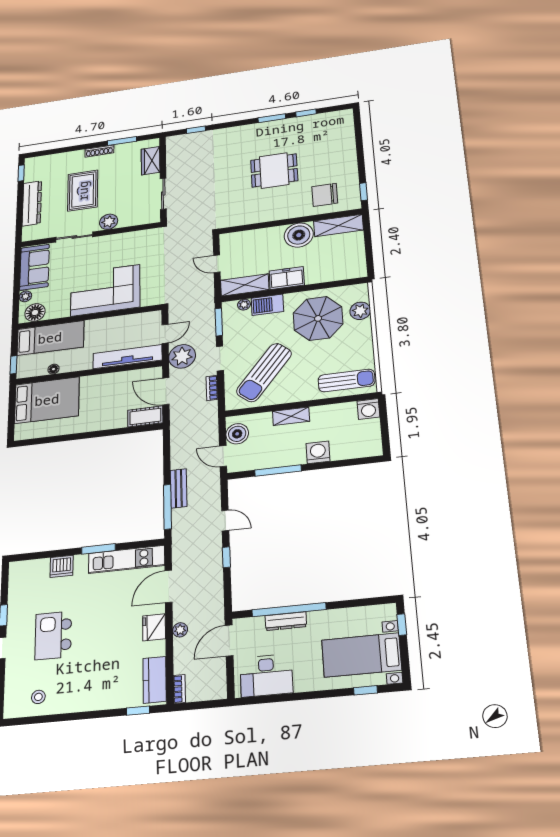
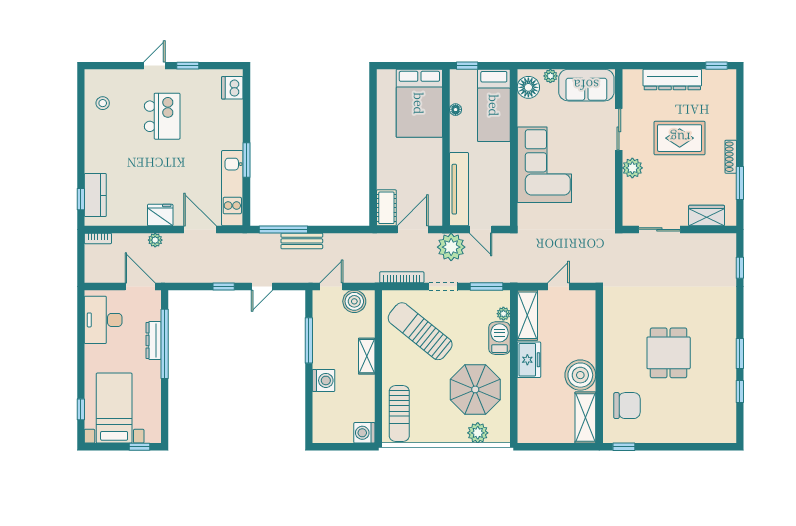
chair: (325, 195) -> (627, 406), turned 90
bookcase: (212, 388) -> (402, 277), width x1.56
dishwasher: (62, 566) -> (232, 88), moved
kitchen island: (53, 635) -> (162, 116), turned 90
kitchen counter: (155, 680) -> (95, 195), moved, turned 90

